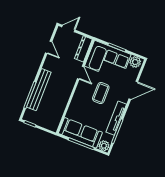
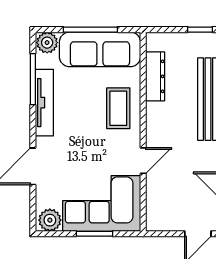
dresser: (83, 49) -> (155, 76), moved
door: (81, 73) -> (143, 161), swing flipped
coffee table: (101, 93) -> (118, 108), moved

